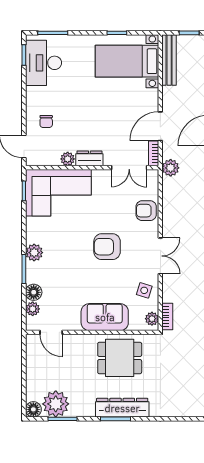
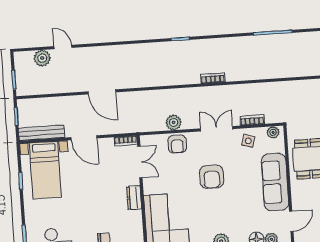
door: (160, 126) -> (84, 138), moved
plant: (68, 159) -> (136, 217), removed
plant: (171, 168) -> (174, 122), moved
sofa: (105, 317) -> (275, 182), width x1.36
bookcase: (167, 317) -> (252, 120), moved

